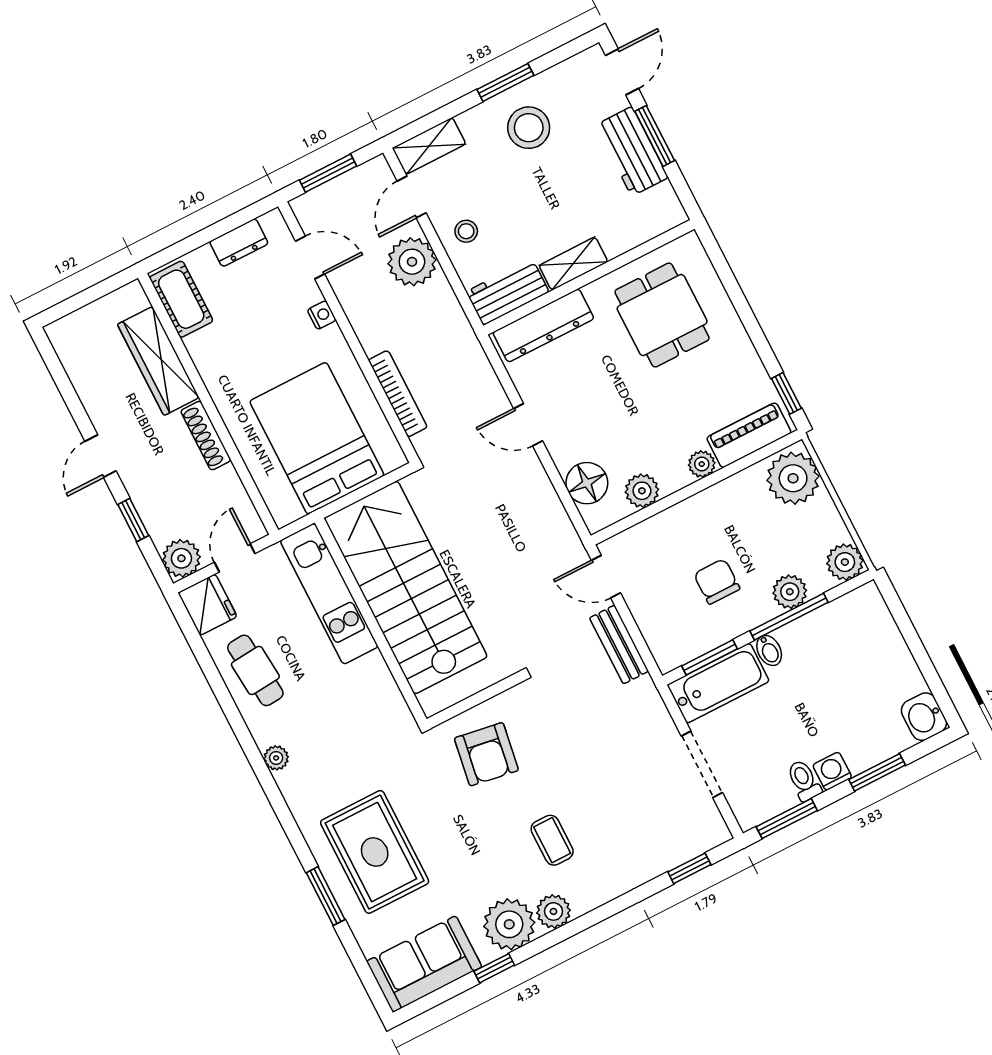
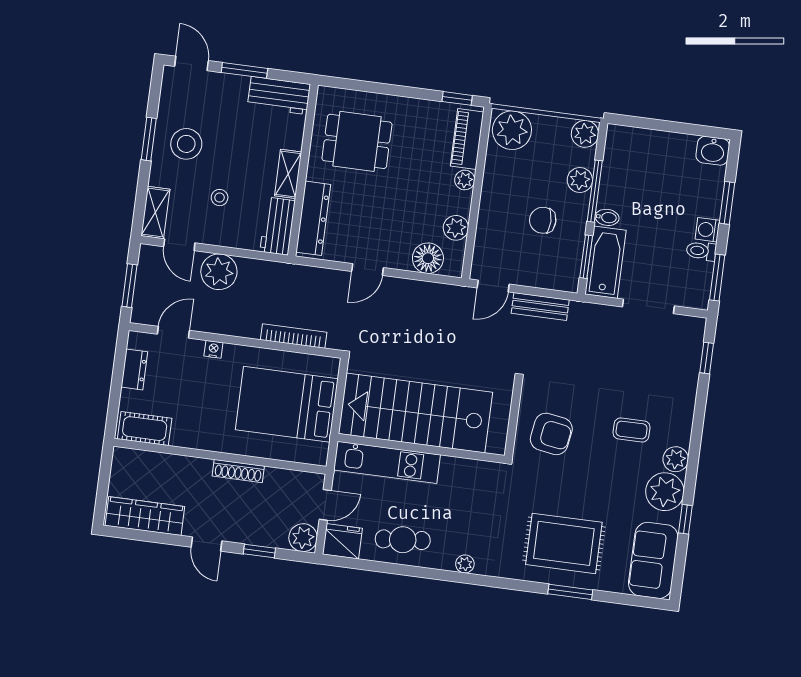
workbench: (632, 151) -> (279, 95), moved
stool: (466, 231) -> (220, 198), moved
wardrobe: (158, 361) -> (145, 516), moved, turned 180
door: (235, 558) -> (325, 505), swing flipped

